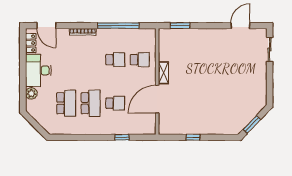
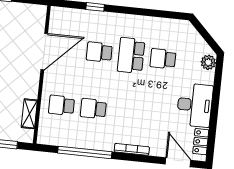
shelving: (163, 73) -> (29, 114), moved
plant: (31, 93) -> (208, 62), moved
school desk: (66, 103) -> (163, 59), width x0.54

